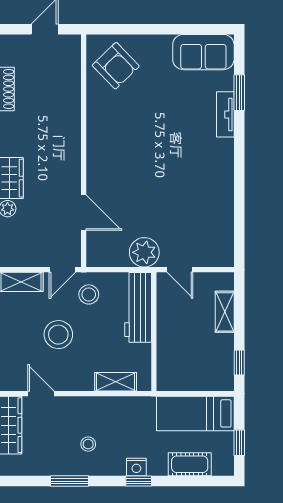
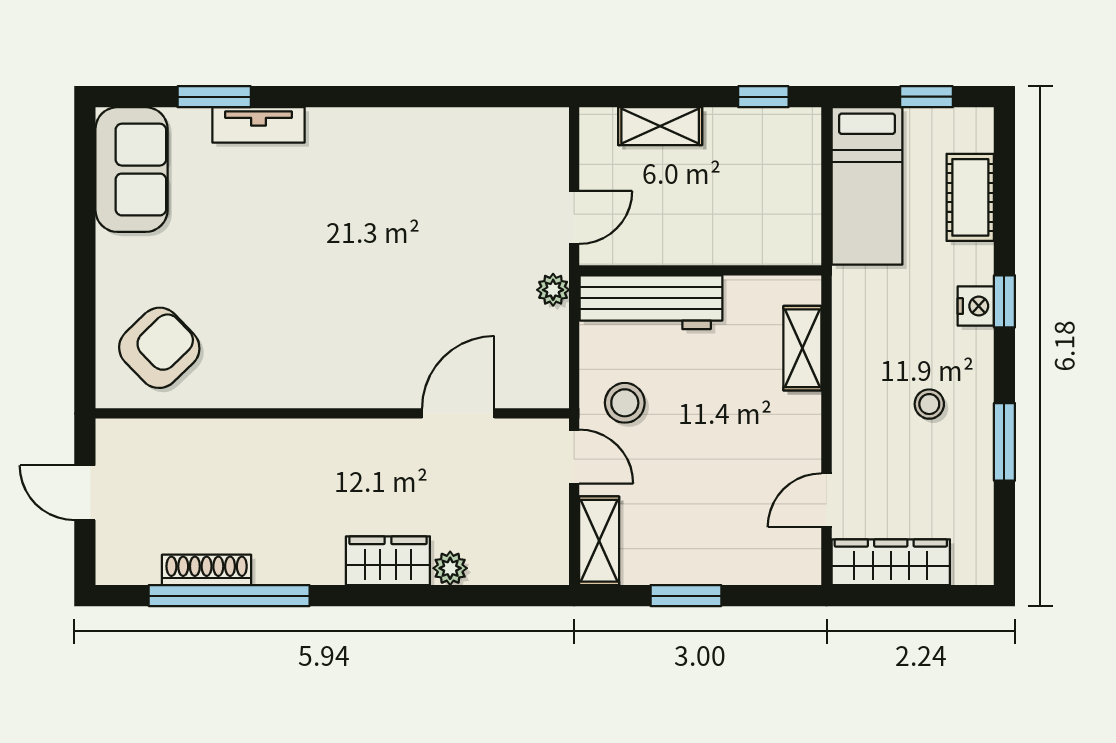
plant: (144, 252) -> (553, 290), width x0.53, depth x0.53
stool: (58, 335) -> (706, 465), removed

